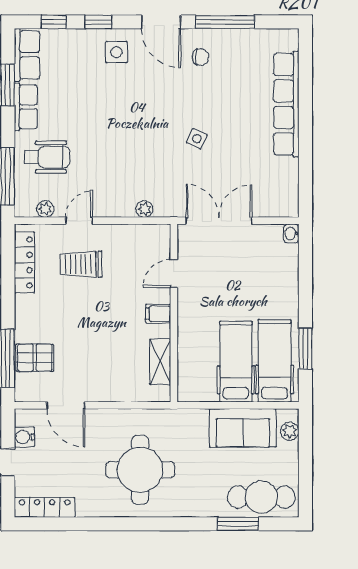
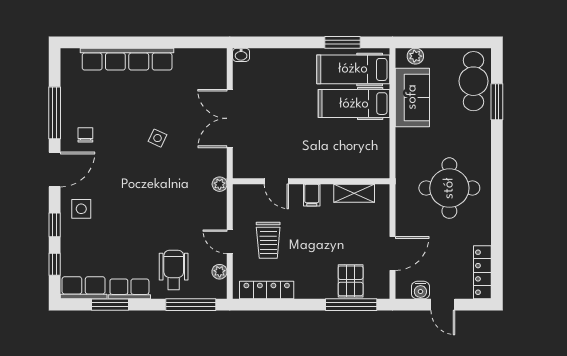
door: (174, 274) -> (276, 181), moved
wall: (174, 313) -> (311, 181), moved
filing cabinet: (158, 314) -> (312, 195), moved
shelving: (160, 362) -> (354, 193), moved

